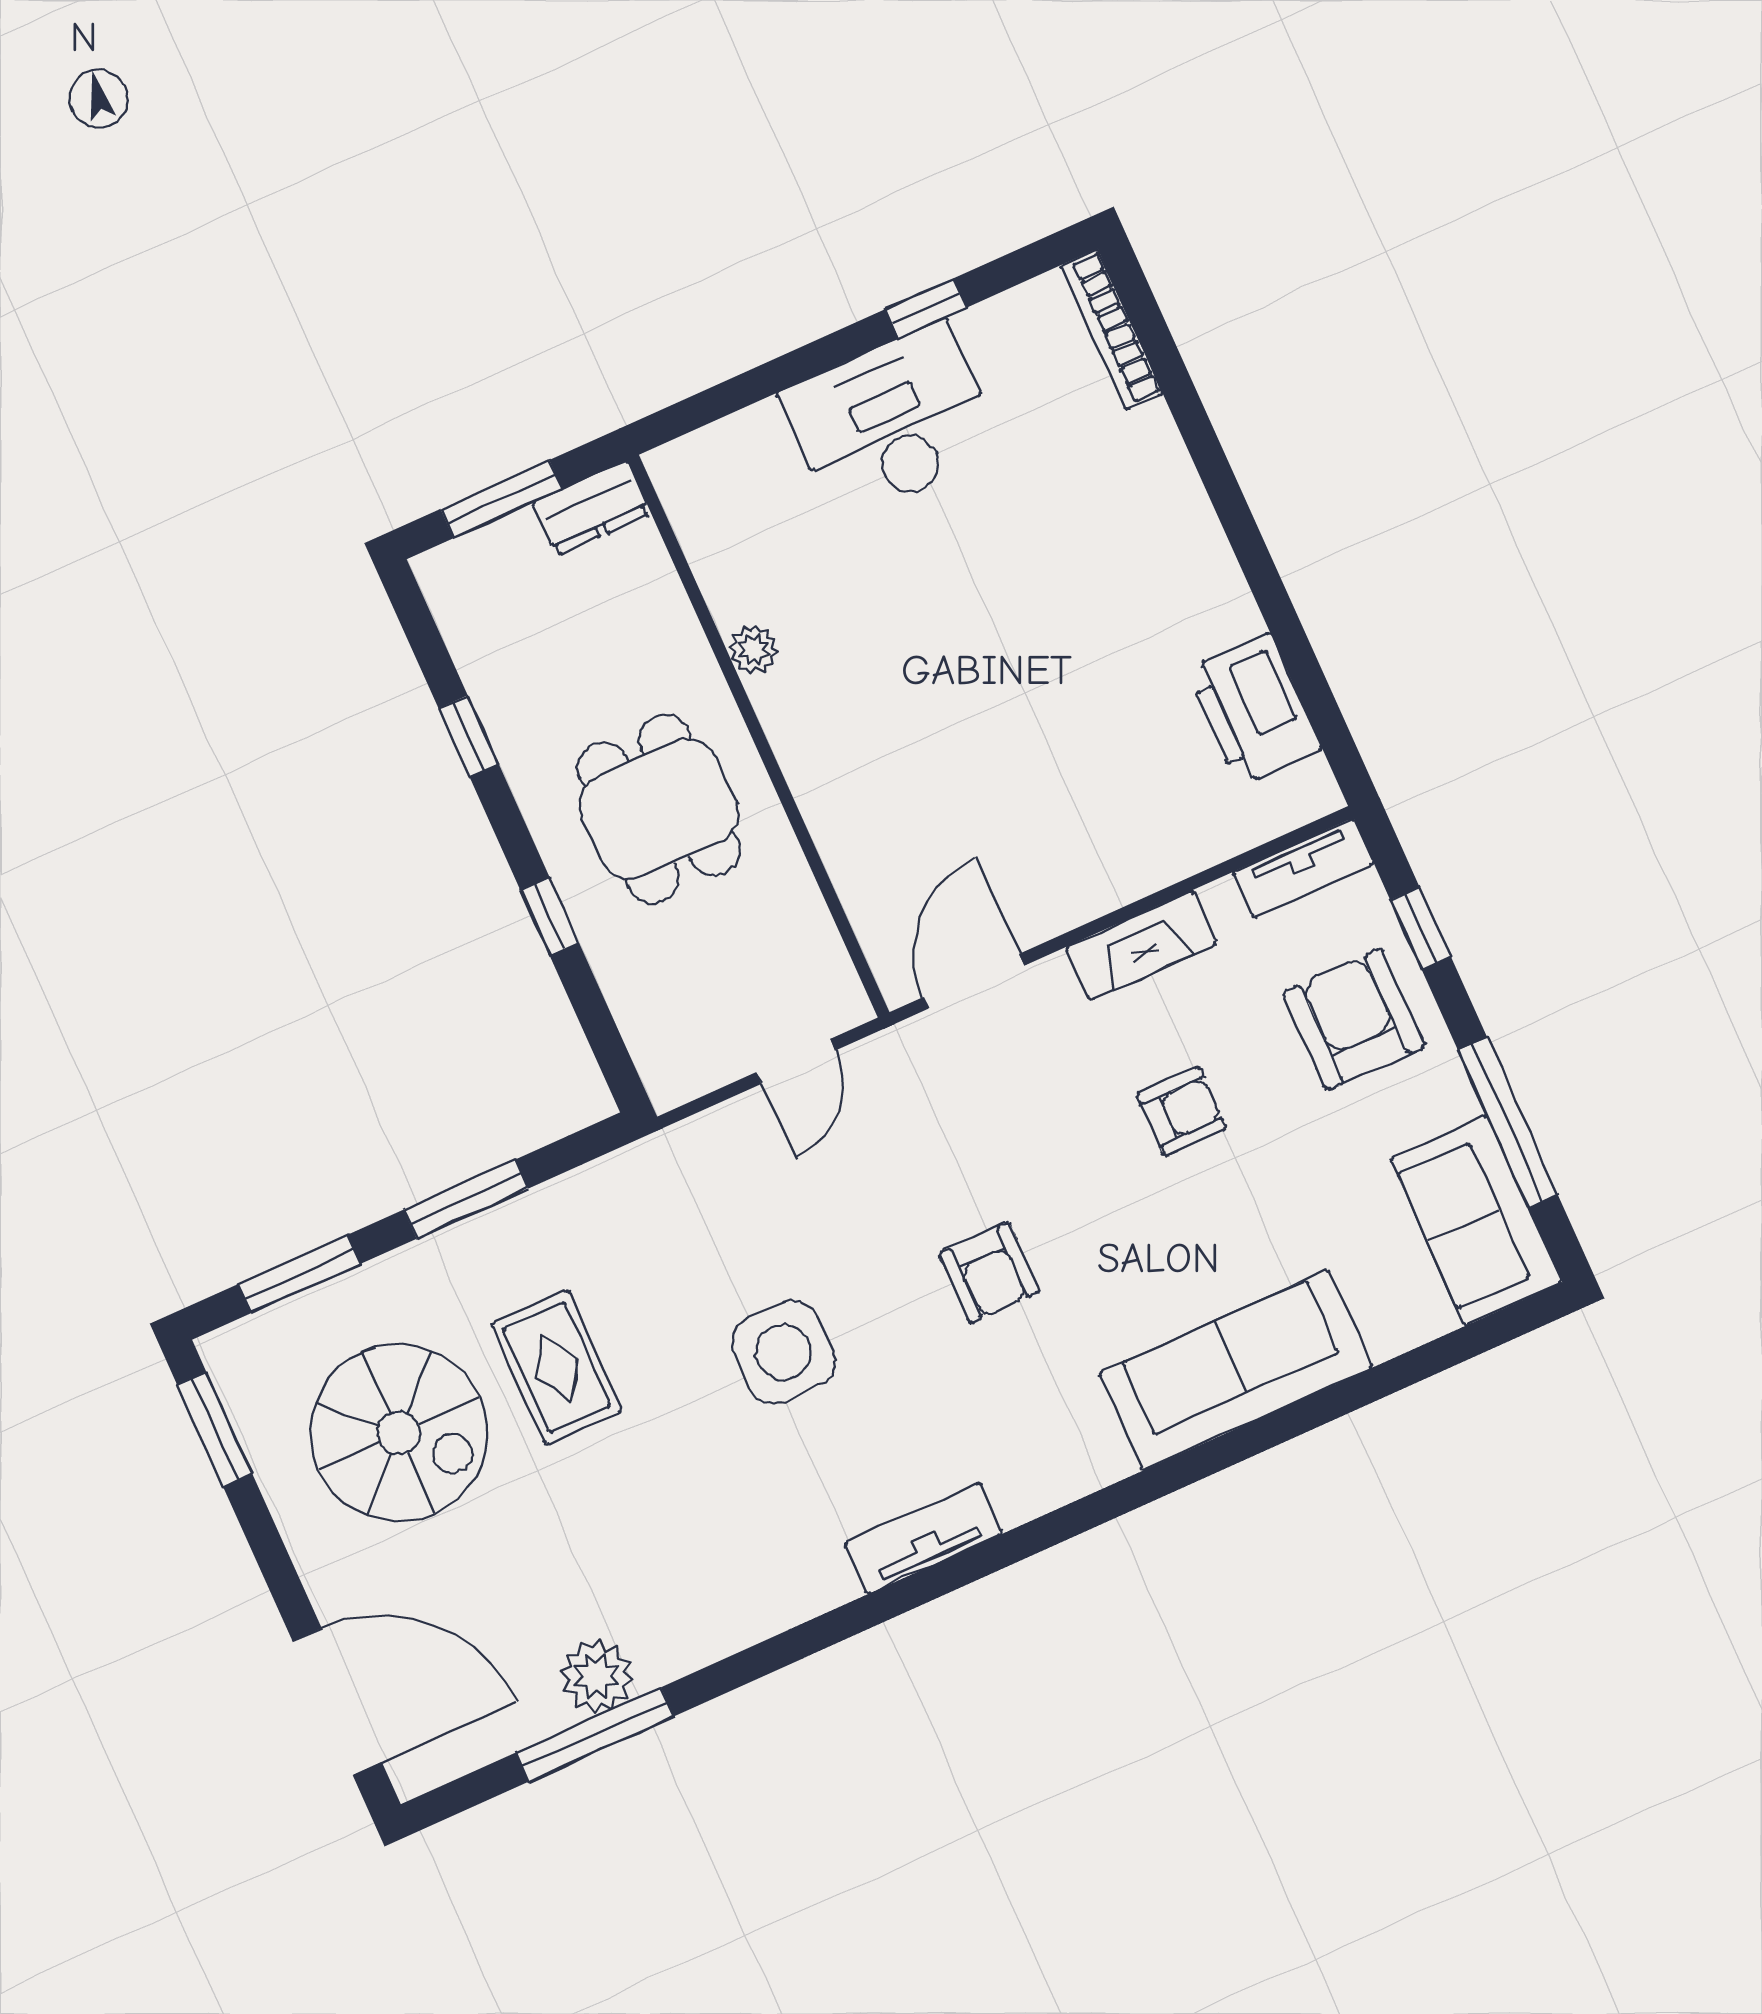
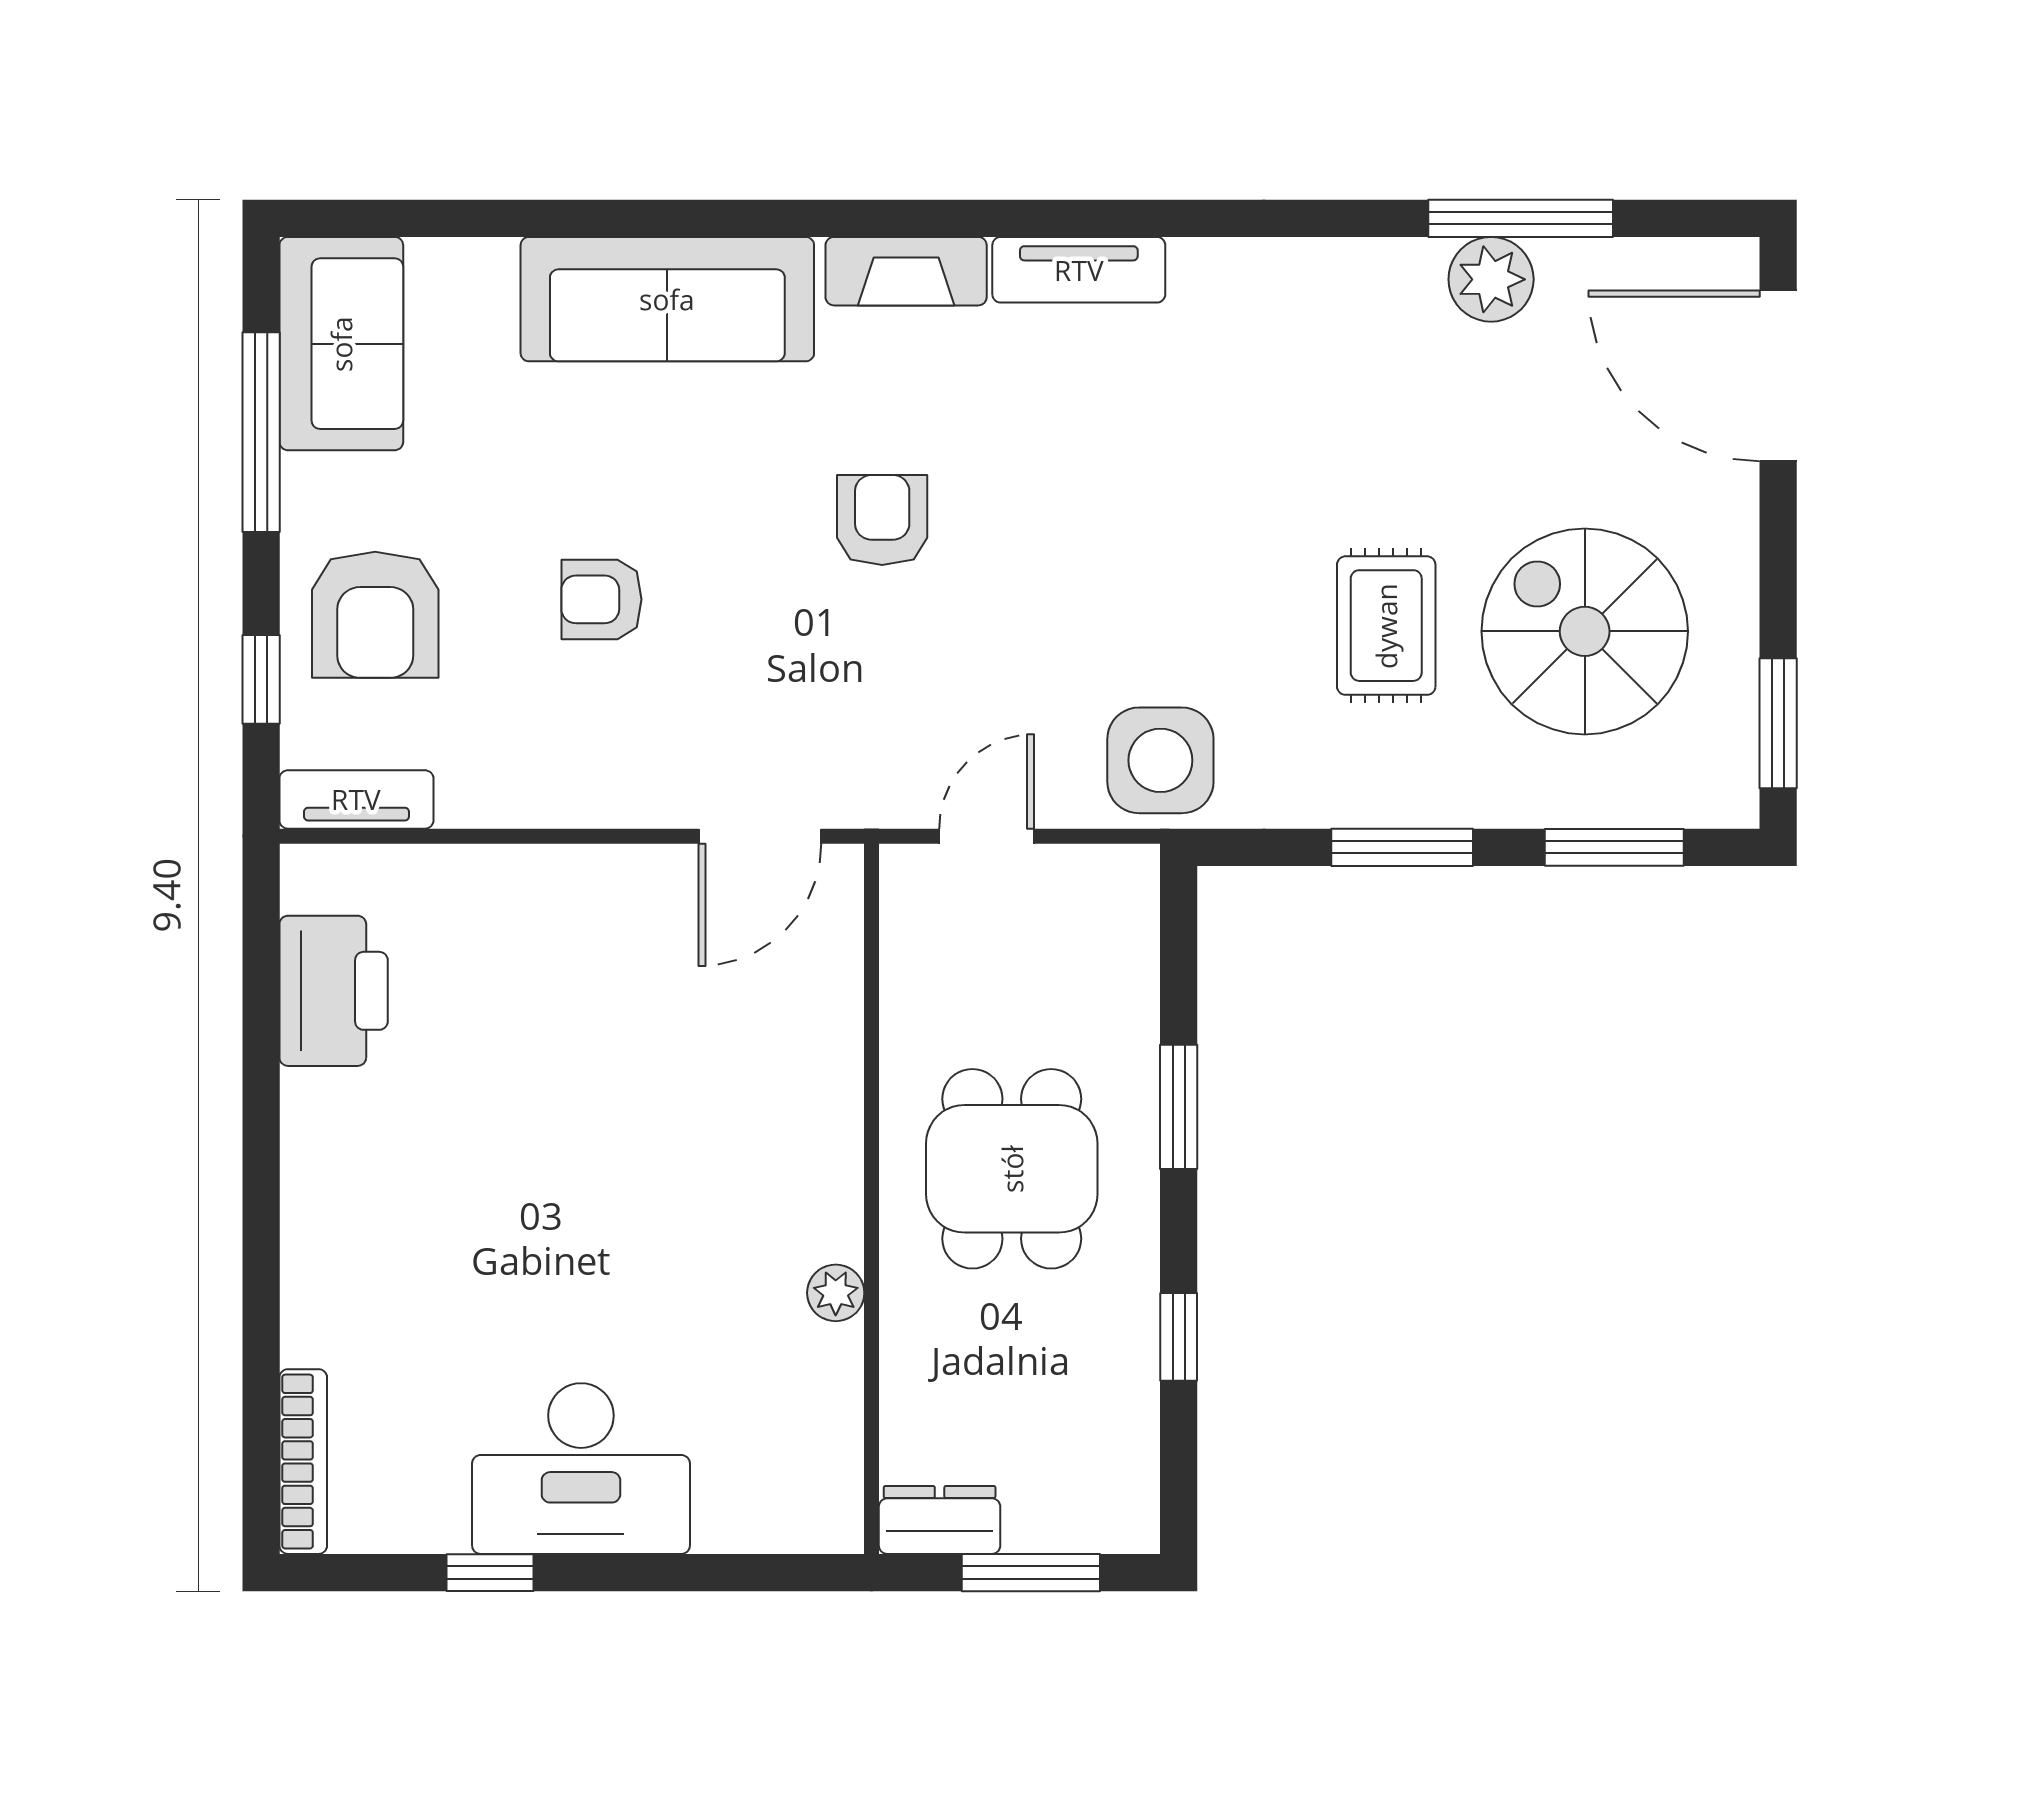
window: (550, 917) -> (1179, 1107), width x1.50
fireplace: (1141, 945) -> (906, 271), moved, turned 180
side table: (783, 1352) -> (1160, 760), moved

